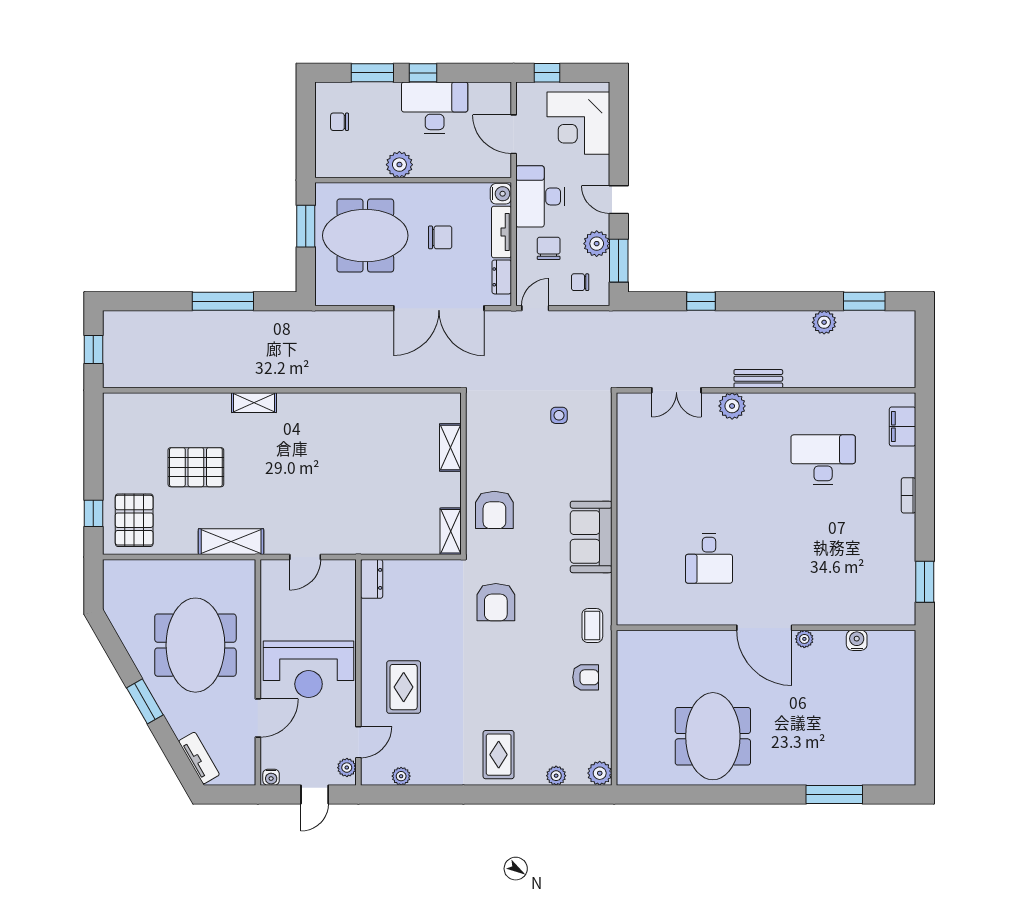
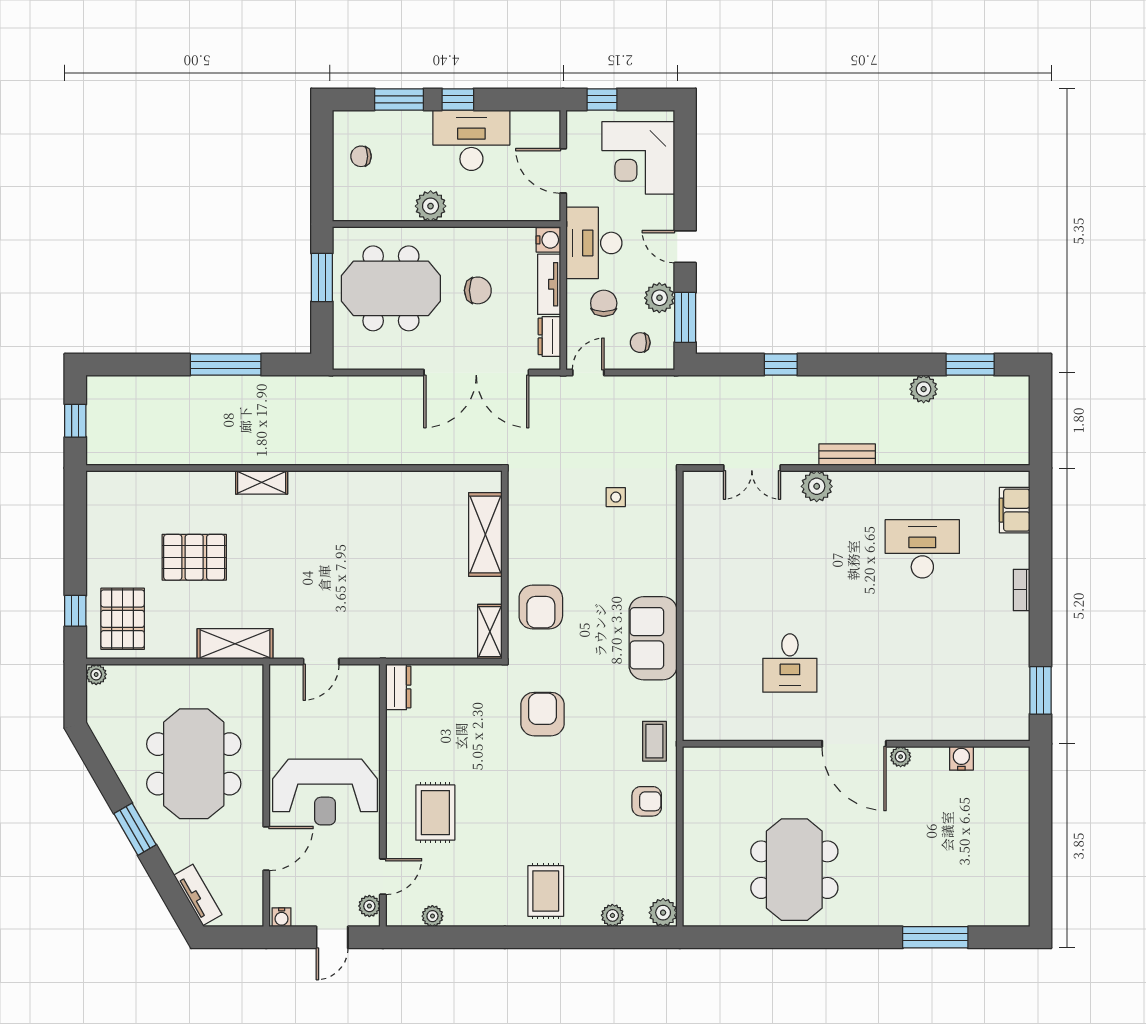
shelving: (450, 448) -> (485, 534), width x1.50, depth x1.33
plant: (111, 568) -> (96, 674), added
armchair: (496, 602) -> (542, 714), turned 180

